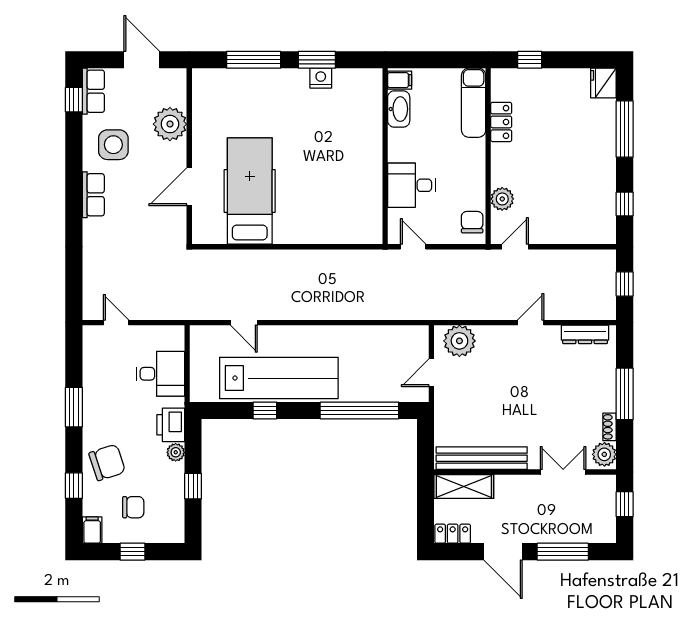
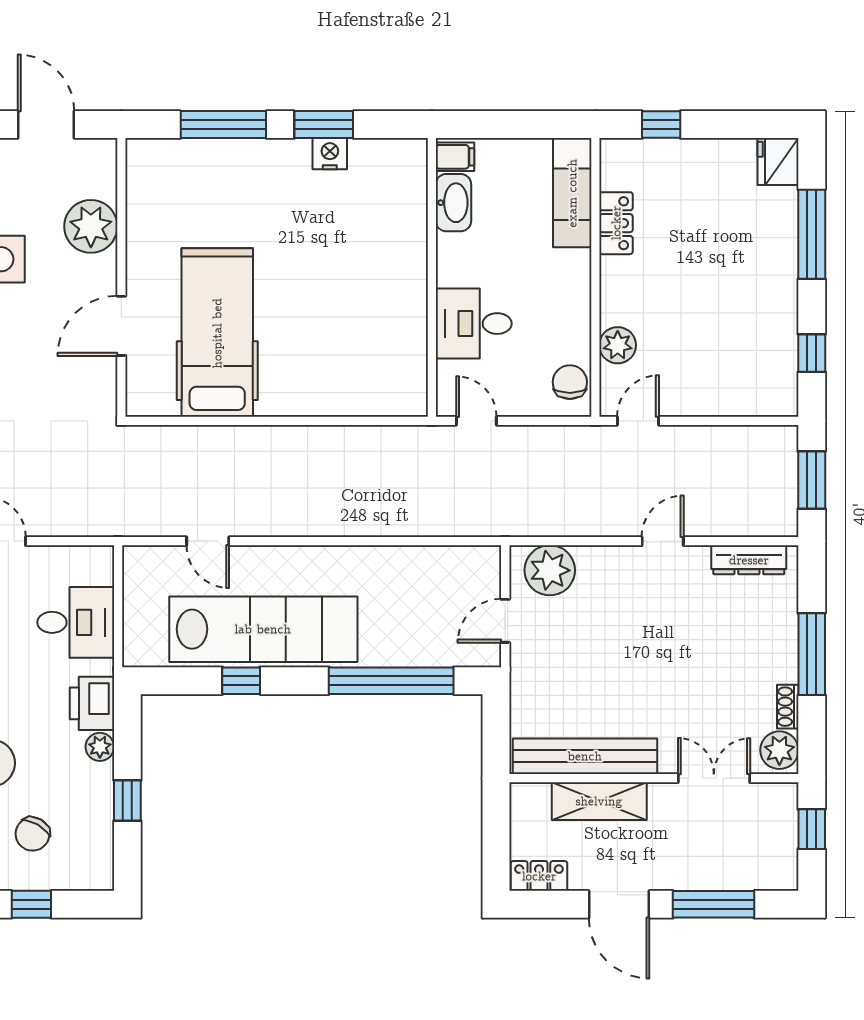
window: (625, 284) -> (812, 480), width x1.50
shelving: (464, 486) -> (599, 801), moved
chair: (133, 507) -> (32, 834), turned 120

